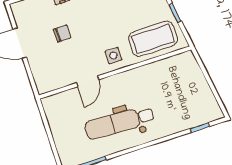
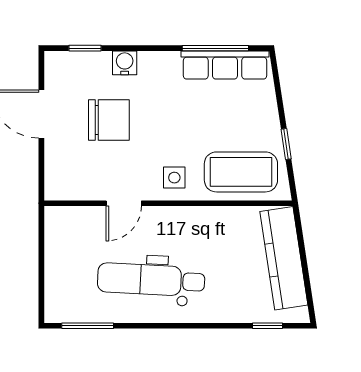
chair: (62, 33) -> (109, 120), width x1.87, depth x1.87
kitchen counter: (196, 83) -> (284, 258), added

